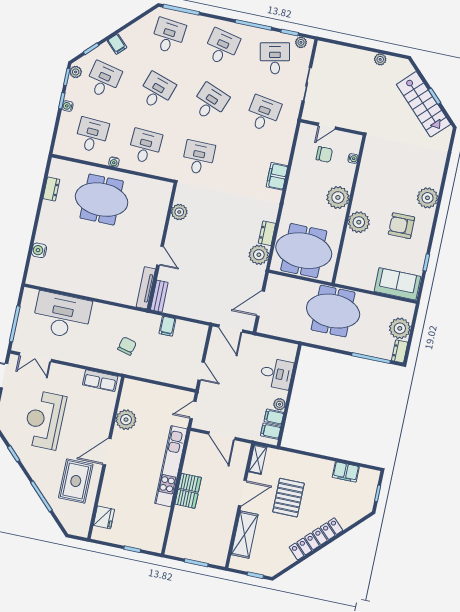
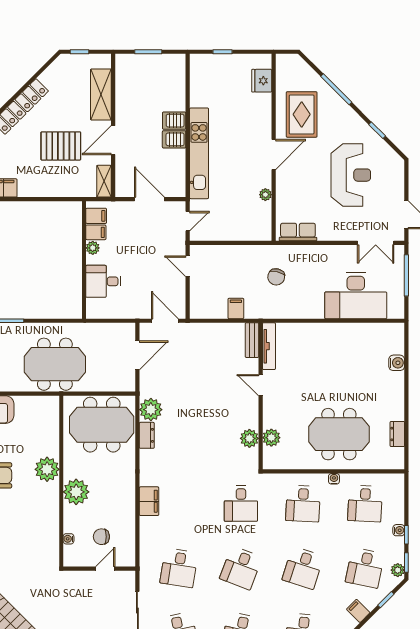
plant: (160, 209) -> (271, 438), added
double door: (35, 357) -> (376, 243), swing flipped
plant: (126, 420) -> (265, 195), width x0.53, depth x0.53
pallet: (288, 498) -> (61, 146), turned 90

